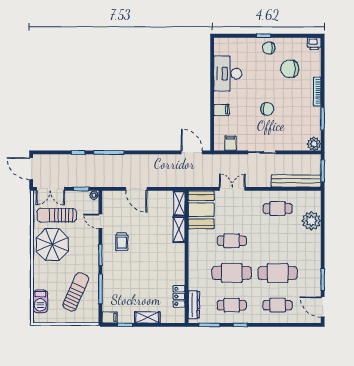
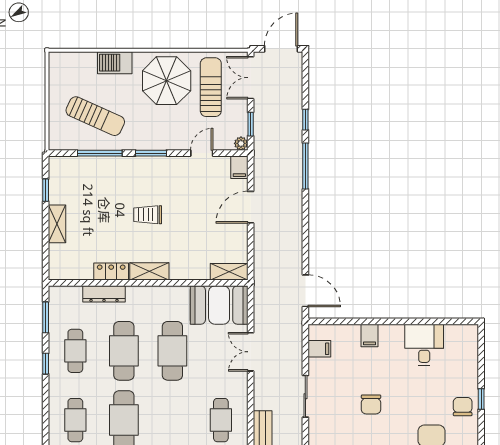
desk: (228, 74) -> (424, 345), width x0.73
door: (192, 152) -> (305, 291), hinge flipped
double door: (232, 189) -> (251, 352), swing flipped
shelving: (179, 230) -> (149, 271), moved
trolley: (122, 241) -> (148, 215), moved
cafe table: (232, 241) -> (172, 351), width x1.37, depth x1.35
locker: (179, 296) -> (111, 272), moved
barbecue: (40, 301) -> (115, 63), moved
dresser: (194, 305) -> (104, 294), moved
filing cabinet: (110, 317) -> (239, 167), moved

